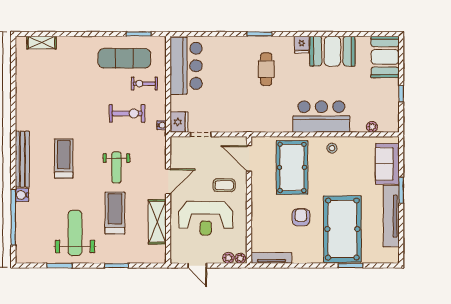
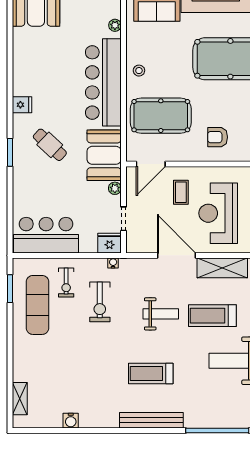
booth: (332, 51) -> (104, 155), moved
cafe table: (266, 69) -> (50, 145), turned 43
exercise bike: (127, 113) -> (100, 302), turned 180
bar counter: (321, 117) -> (103, 82), width x1.36
plant: (228, 127) -> (115, 188), added
door: (168, 181) -> (177, 255), width x1.36
water cooler: (22, 195) -> (71, 421), moved
armchair: (301, 217) -> (218, 137), moved
reception desk: (206, 218) -> (218, 213), turned 180

